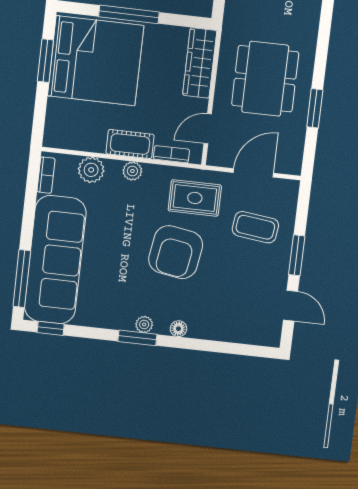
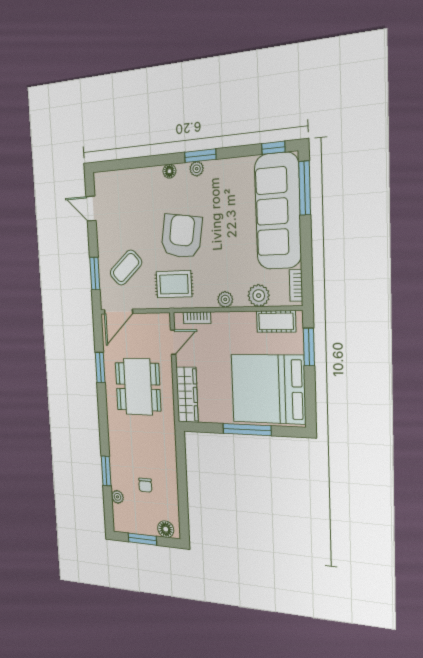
window: (45, 61) -> (309, 347), moved
cot: (130, 144) -> (276, 321), moved
door: (253, 173) -> (118, 312), moved
coffee table: (255, 227) -> (126, 268), turned -49
window: (297, 255) -> (95, 274), moved

